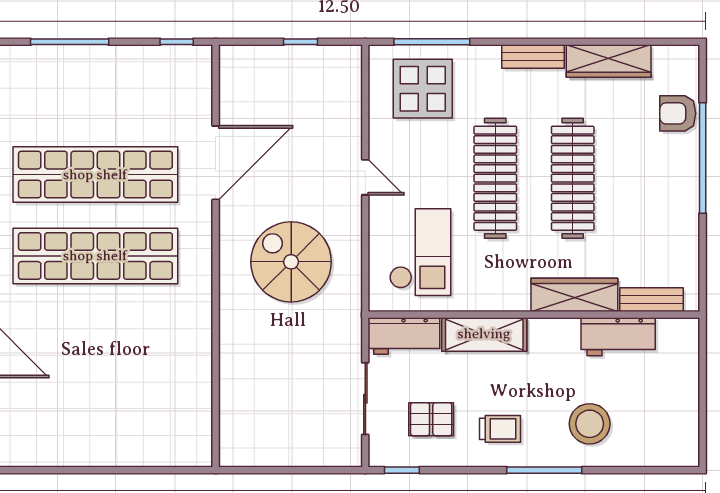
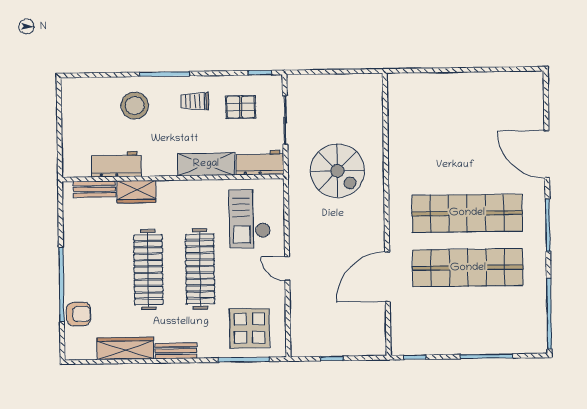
spiral stairs: (291, 262) -> (337, 171), moved
wardrobe: (574, 295) -> (136, 192), width x0.67

